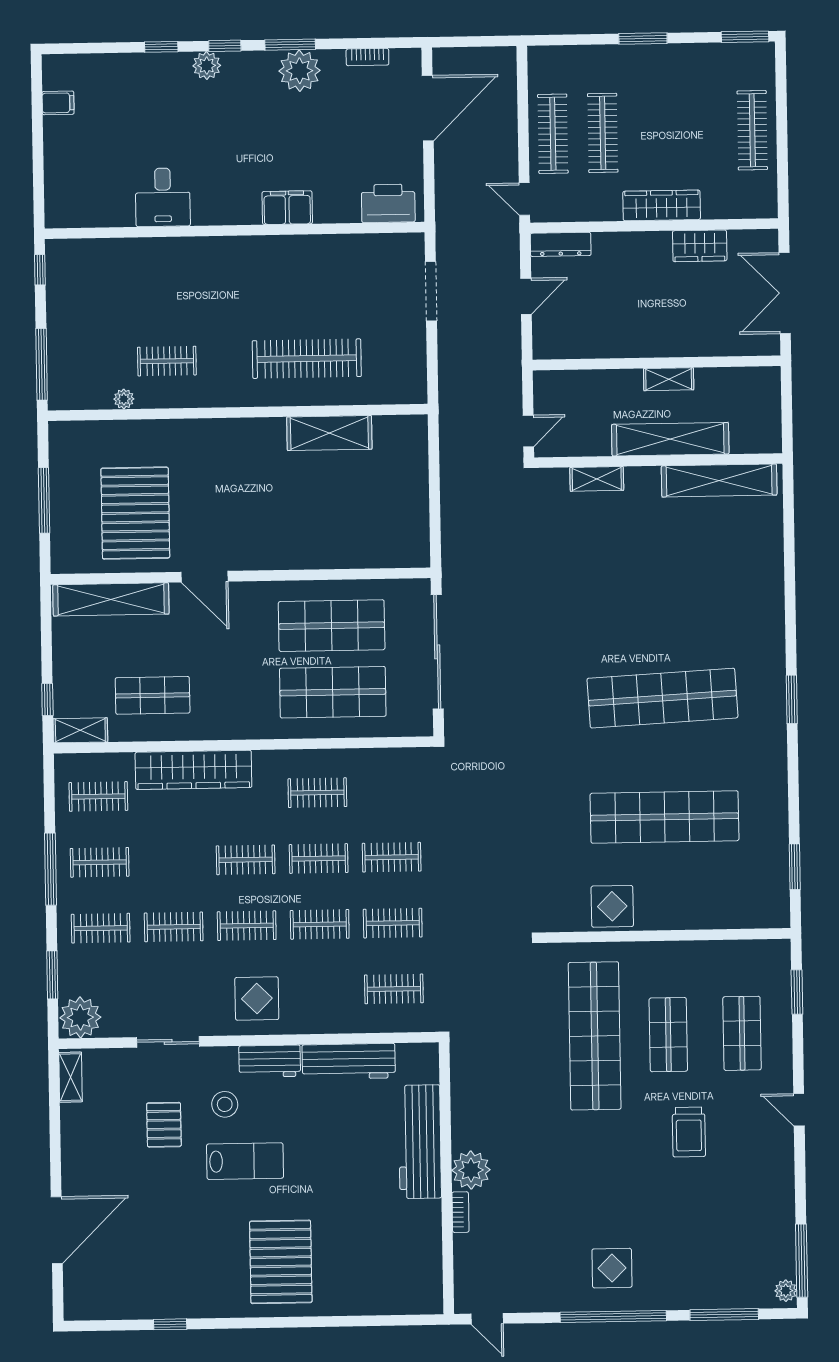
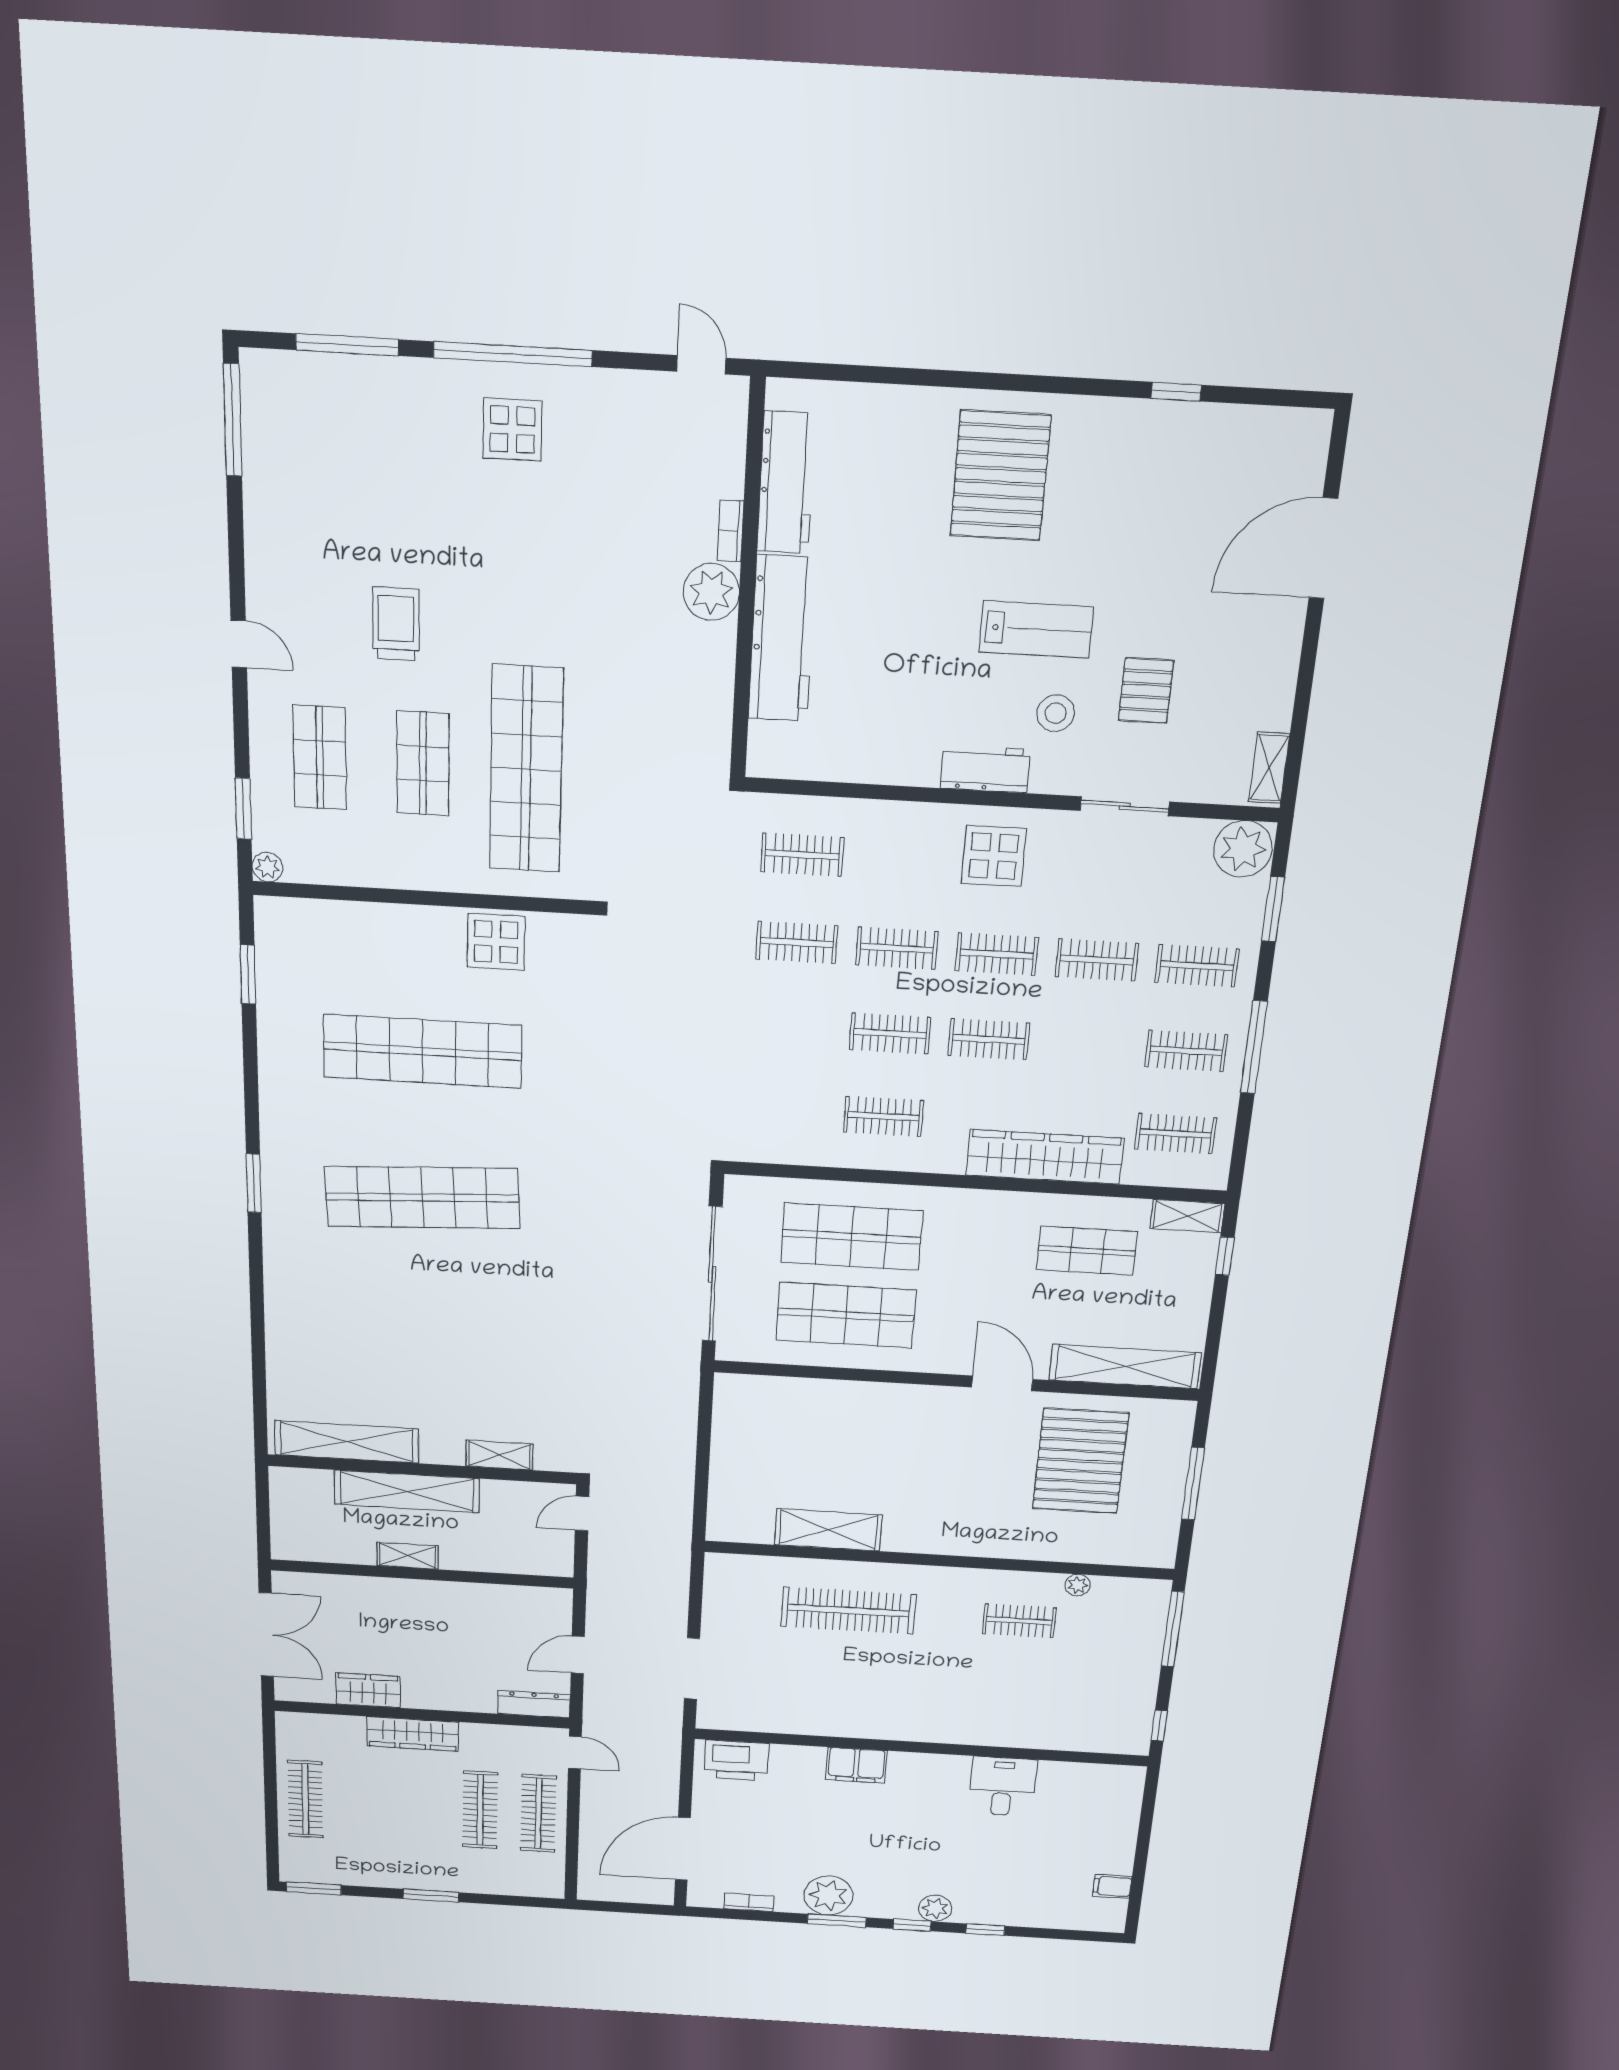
clothes rail: (392, 857) -> (791, 1028), removed
workbench: (349, 1061) -> (786, 483), moved, turned 90
lab bench: (245, 1161) -> (1036, 629), turned 180
plant: (786, 1291) -> (267, 867), moved

